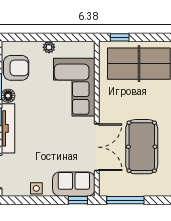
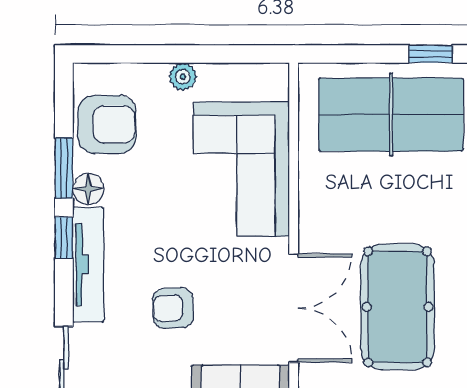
window: (120, 37) -> (431, 54), moved
armchair: (45, 147) -> (173, 308), added

